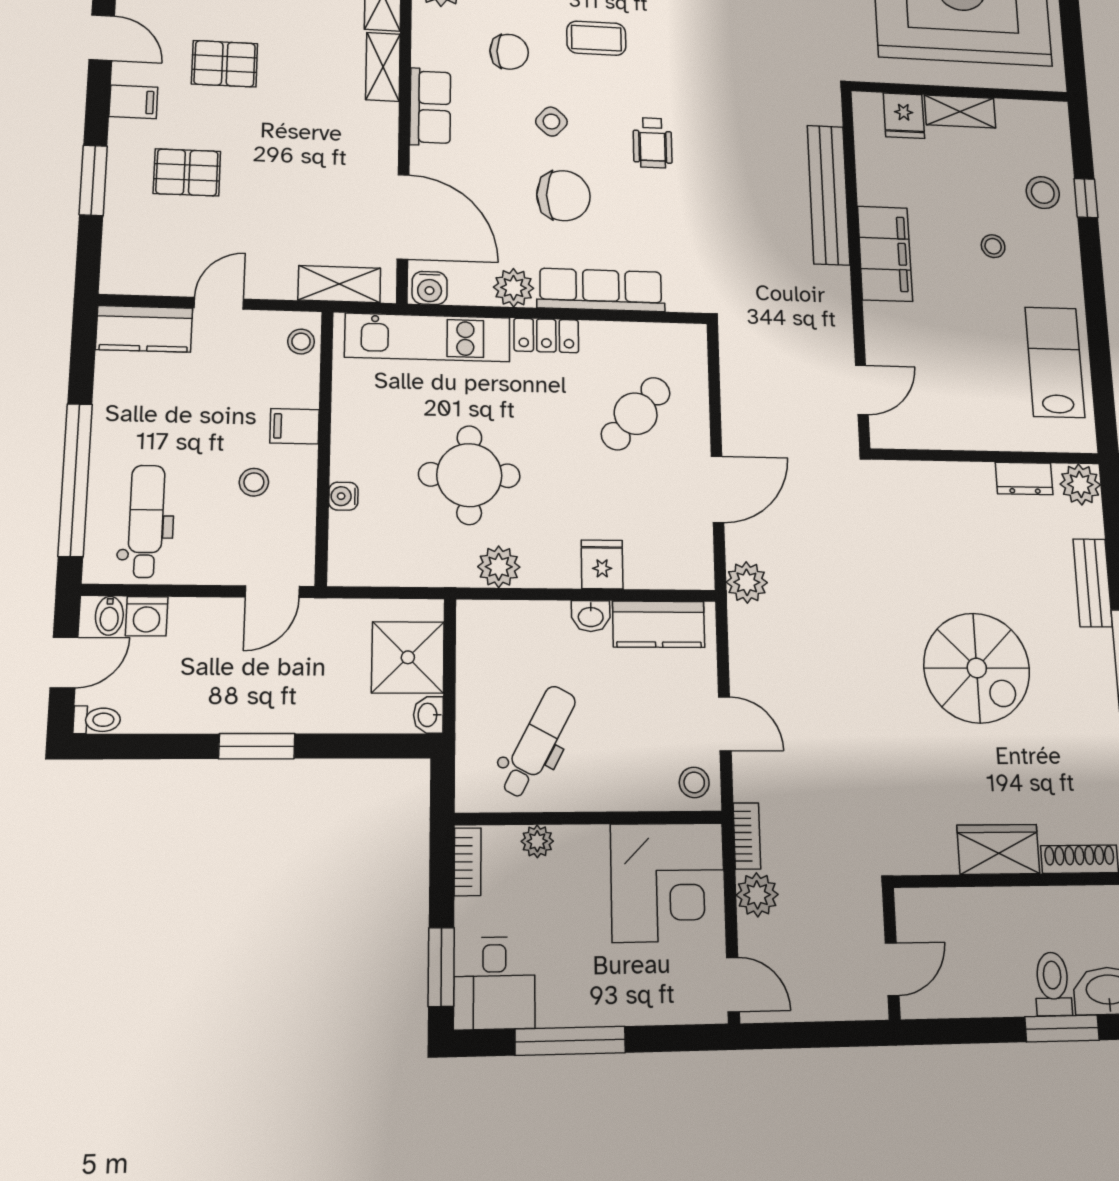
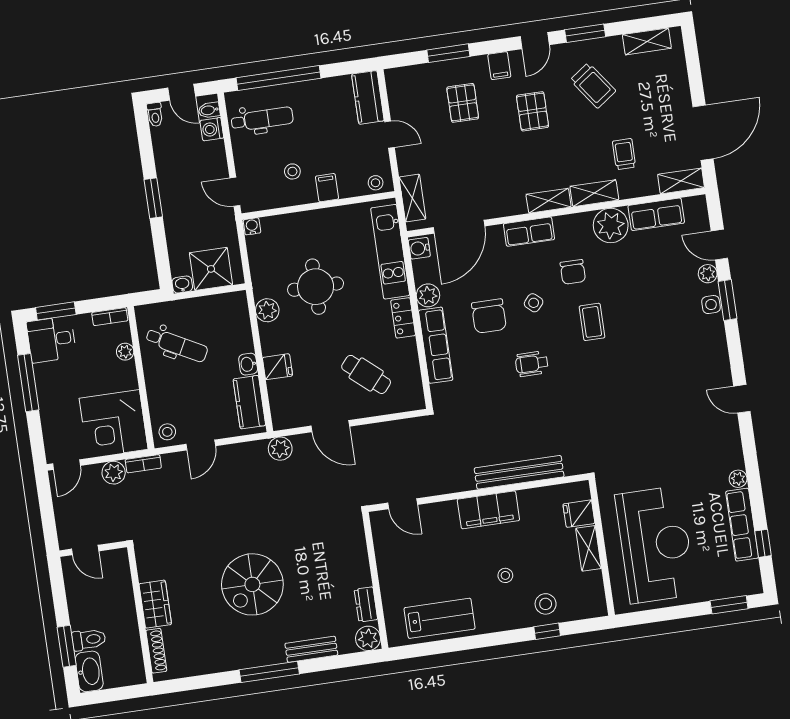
water cooler: (343, 496) -> (252, 226), moved

